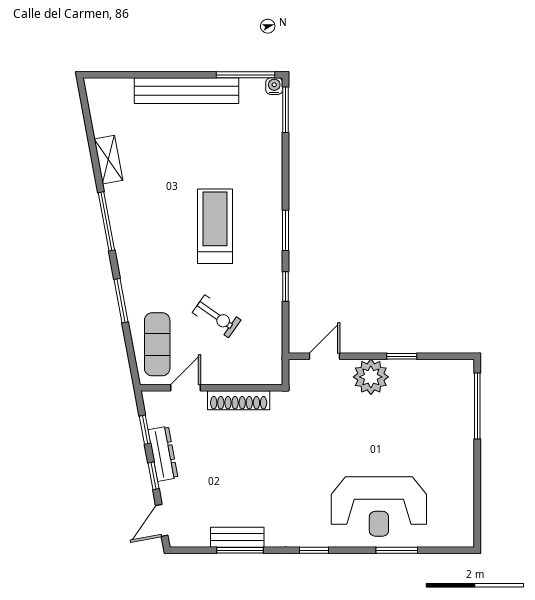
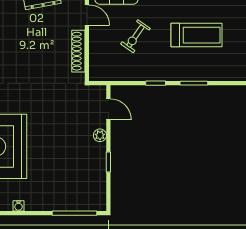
plant: (371, 377) -> (100, 135), width x0.53, depth x0.53
water cooler: (466, 488) -> (19, 206), added

